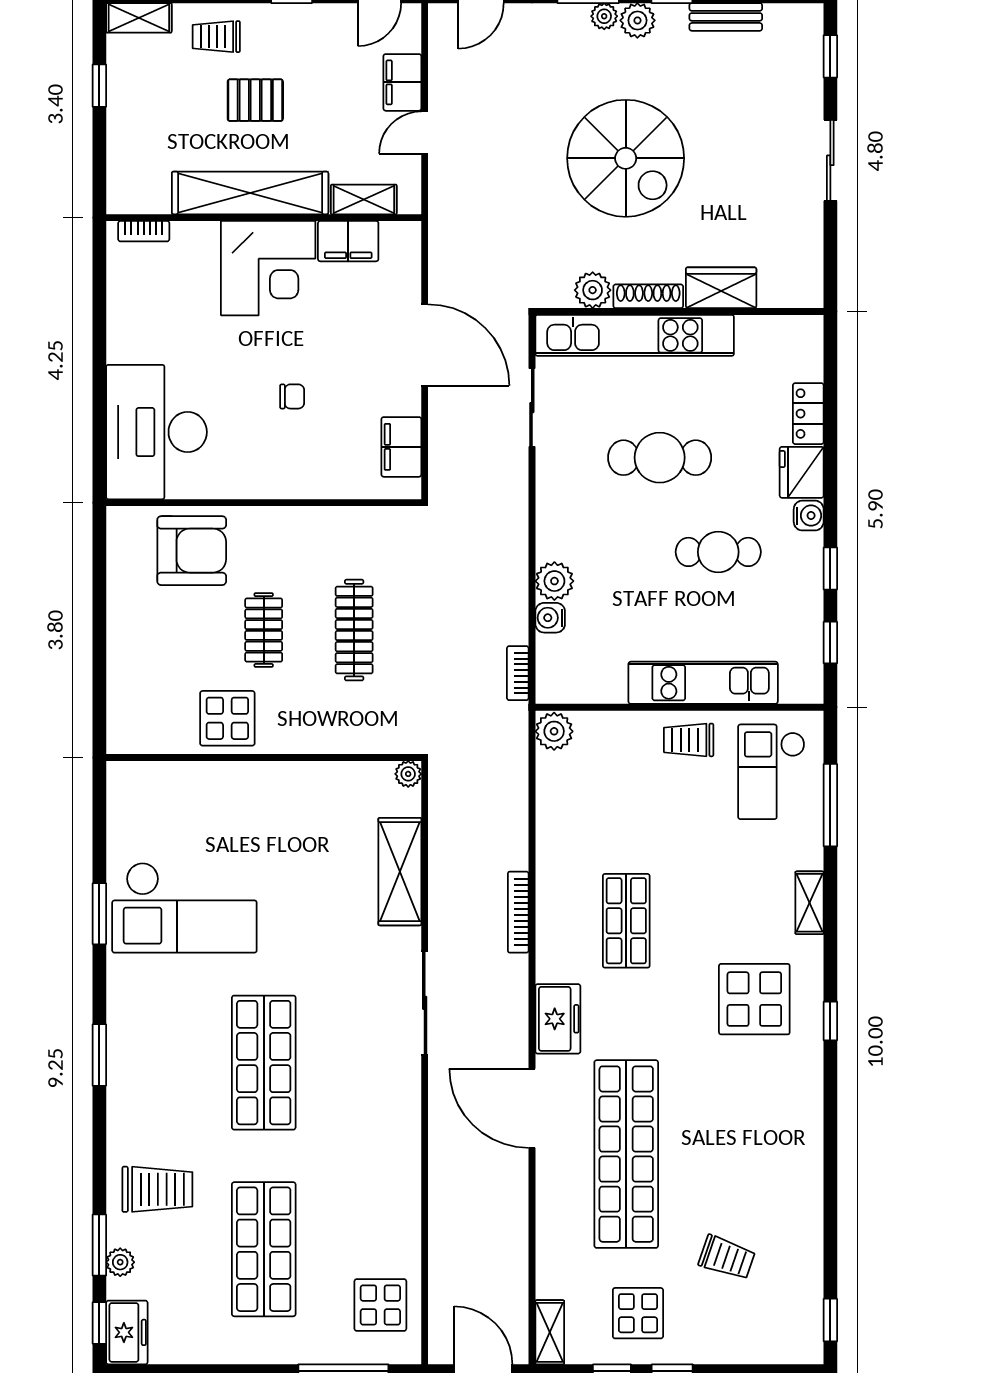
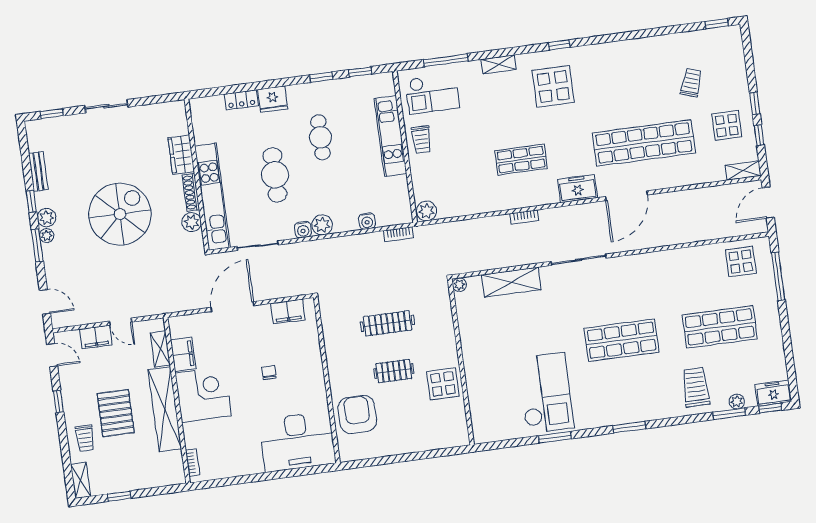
pallet: (255, 100) -> (116, 413), width x1.50, depth x1.42
water cooler: (809, 516) -> (303, 230), moved, turned 180
plant: (554, 581) -> (322, 225), moved
bookcase: (518, 912) -> (524, 217), width x0.64

